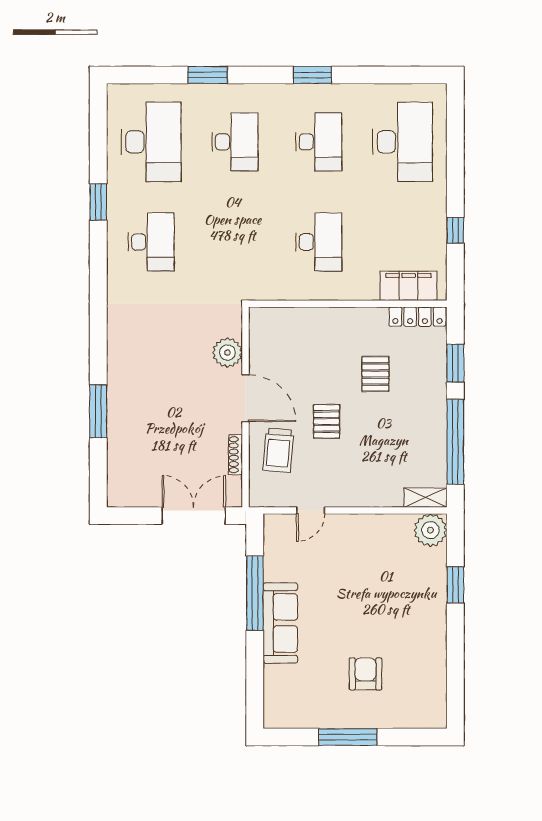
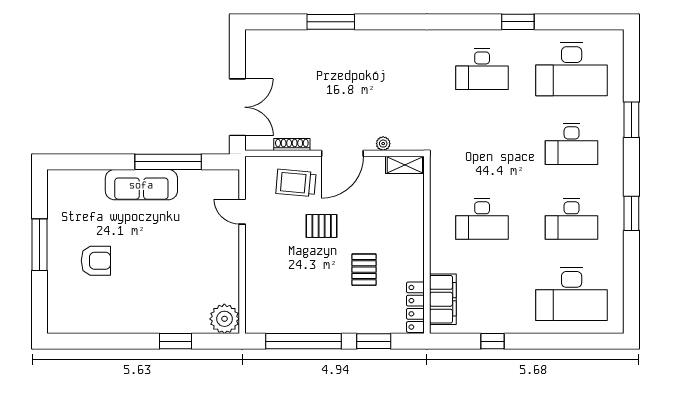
plant: (227, 353) -> (383, 144), width x0.53, depth x0.53
pallet: (375, 374) -> (364, 270), turned 90
shelving: (425, 498) -> (405, 165), moved, turned 90

